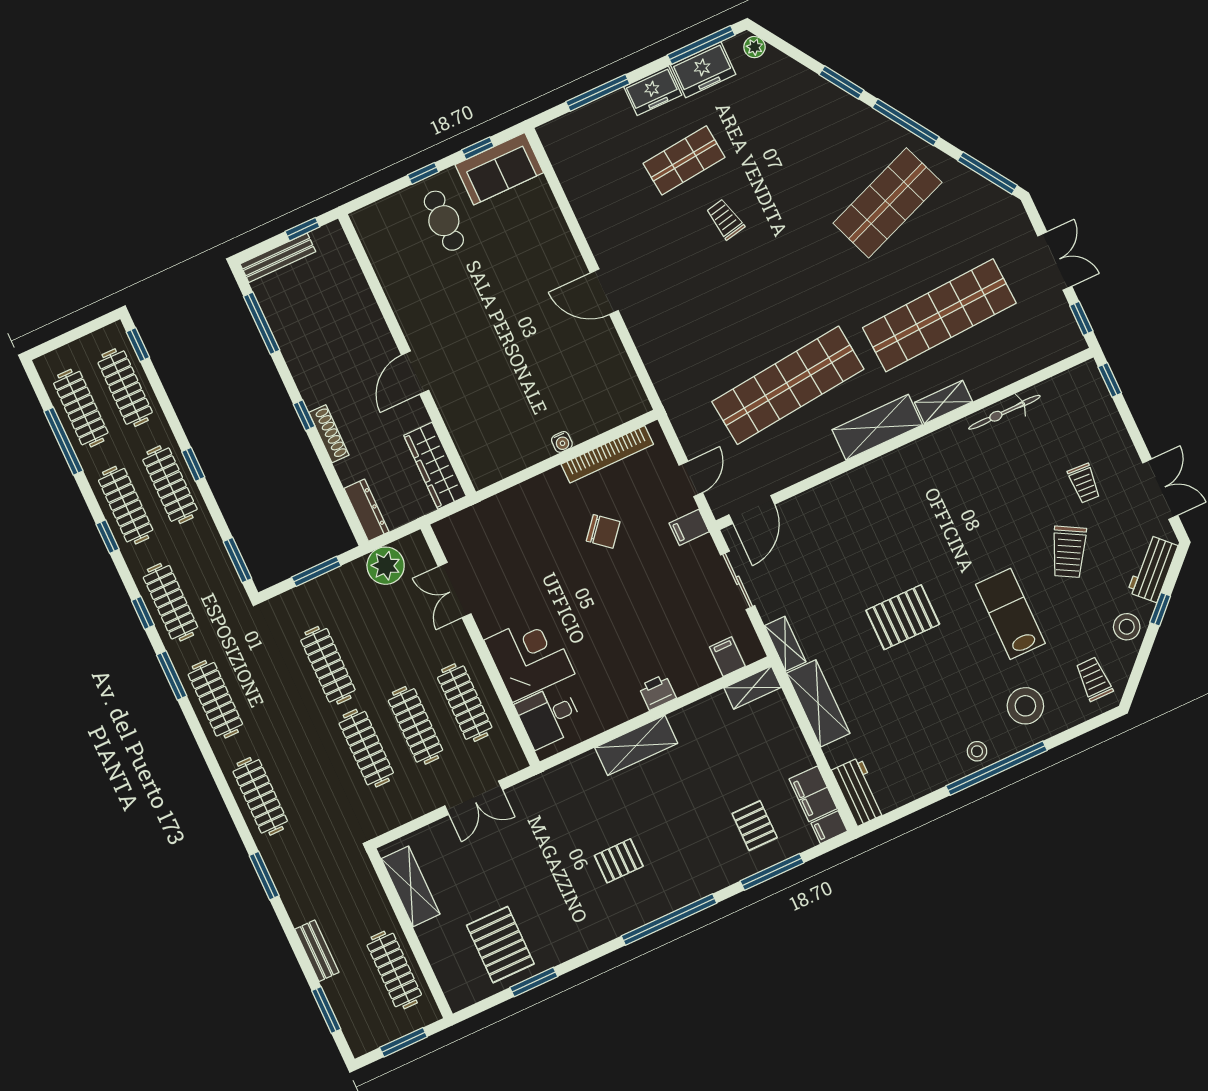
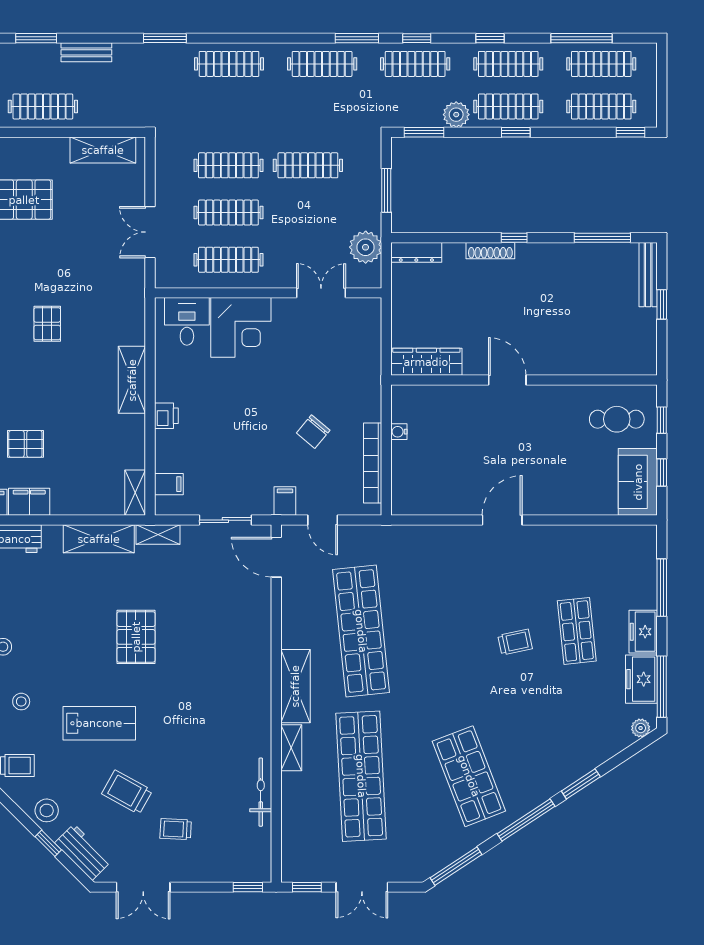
wall: (407, 355) -> (524, 380), moved
door: (415, 373) -> (507, 380), moved
wardrobe: (435, 466) -> (426, 362), moved
plant: (204, 535) -> (456, 115), added
stool: (1025, 706) -> (21, 702), width x0.53, depth x0.53

